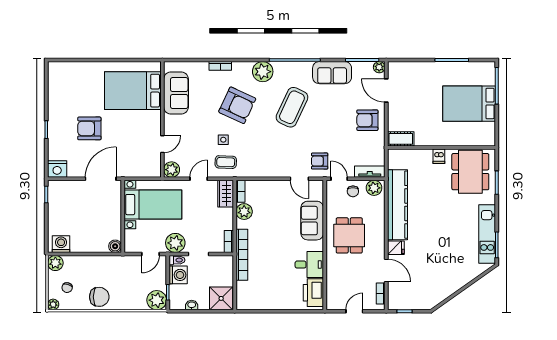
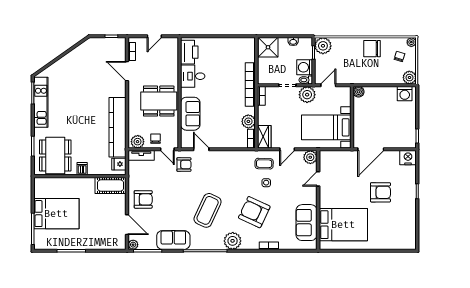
cot: (401, 139) -> (110, 185), width x1.37, depth x1.34
dining table: (349, 235) -> (159, 101), width x1.38
fridge: (396, 248) -> (119, 164), moved

